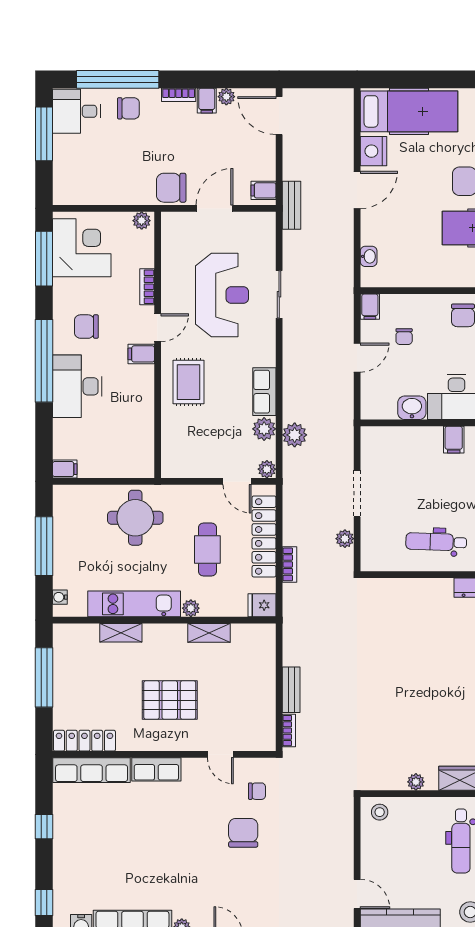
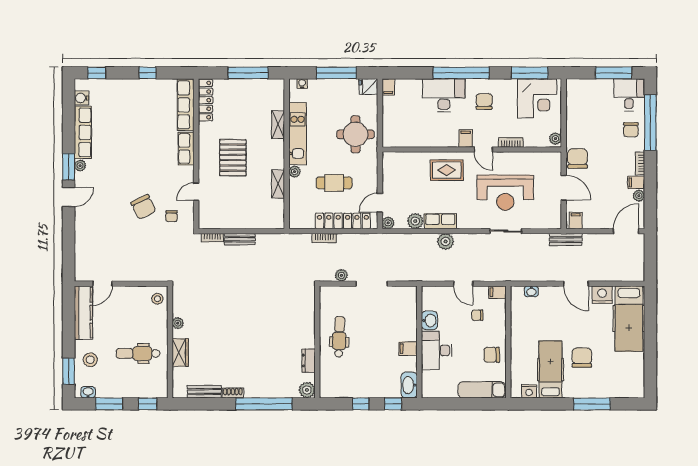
plant: (295, 435) -> (446, 242), moved
fridge: (262, 605) -> (368, 87), moved, turned -90
chair: (243, 833) -> (143, 207), turned 64

